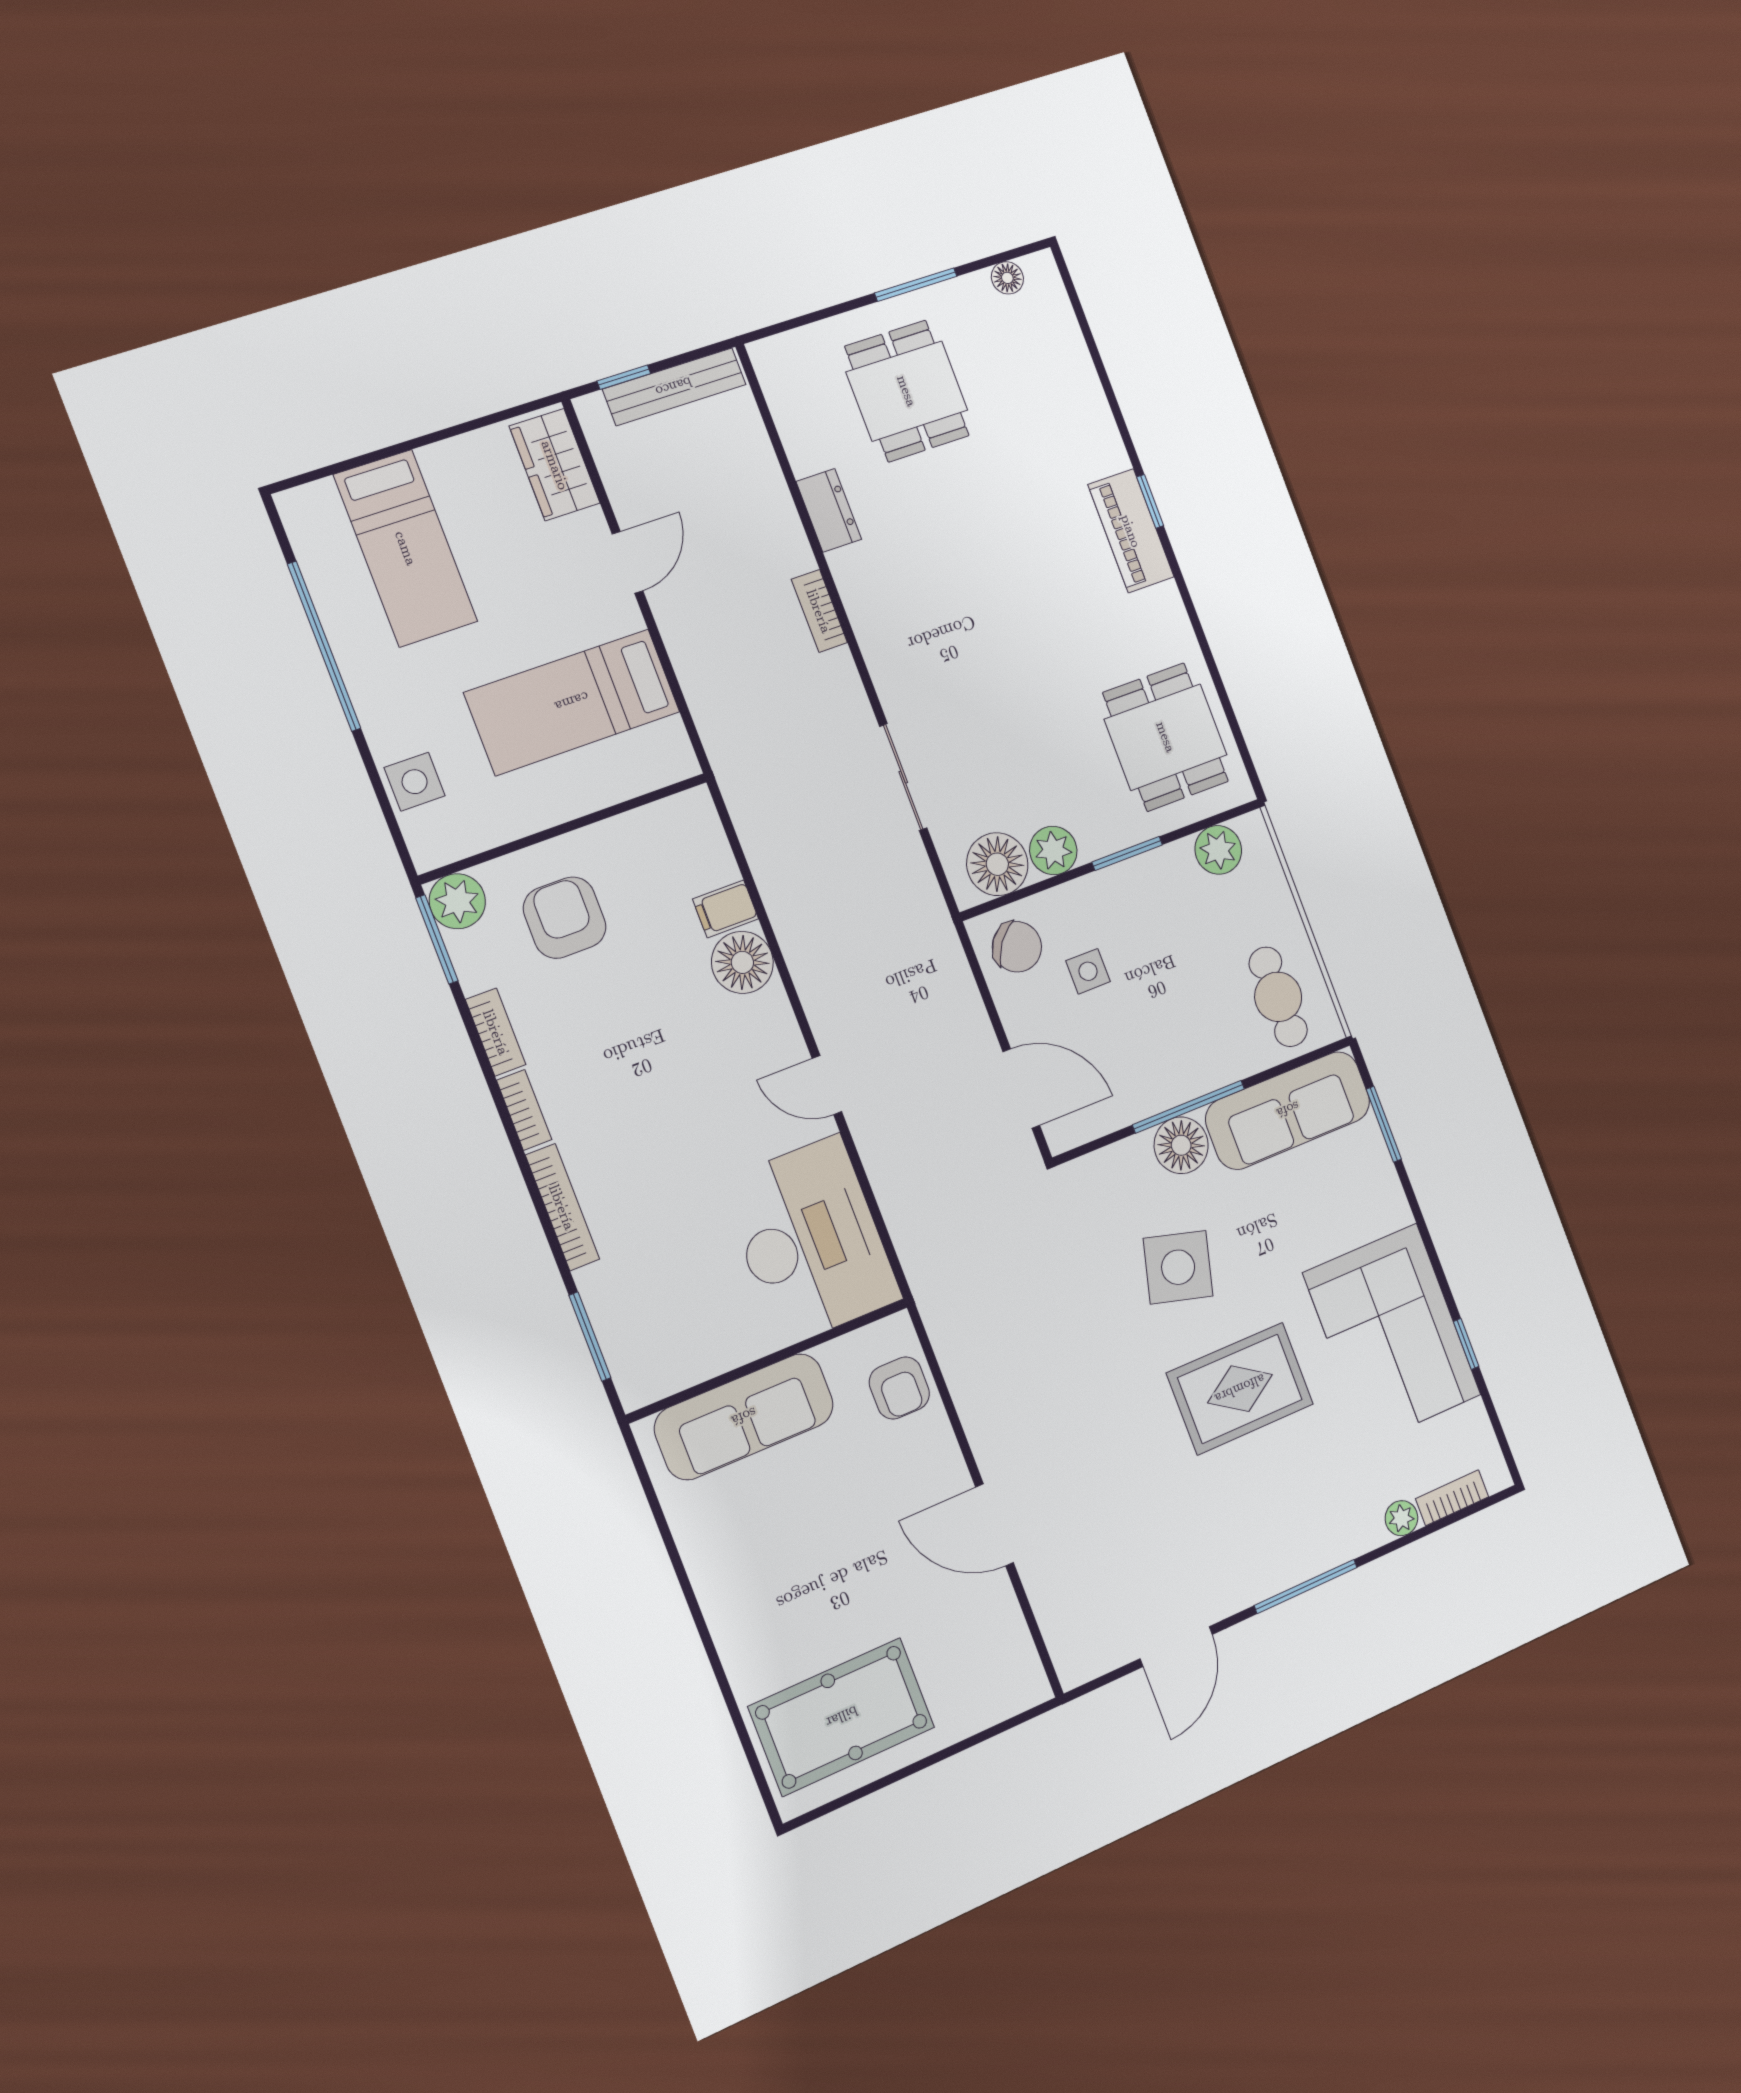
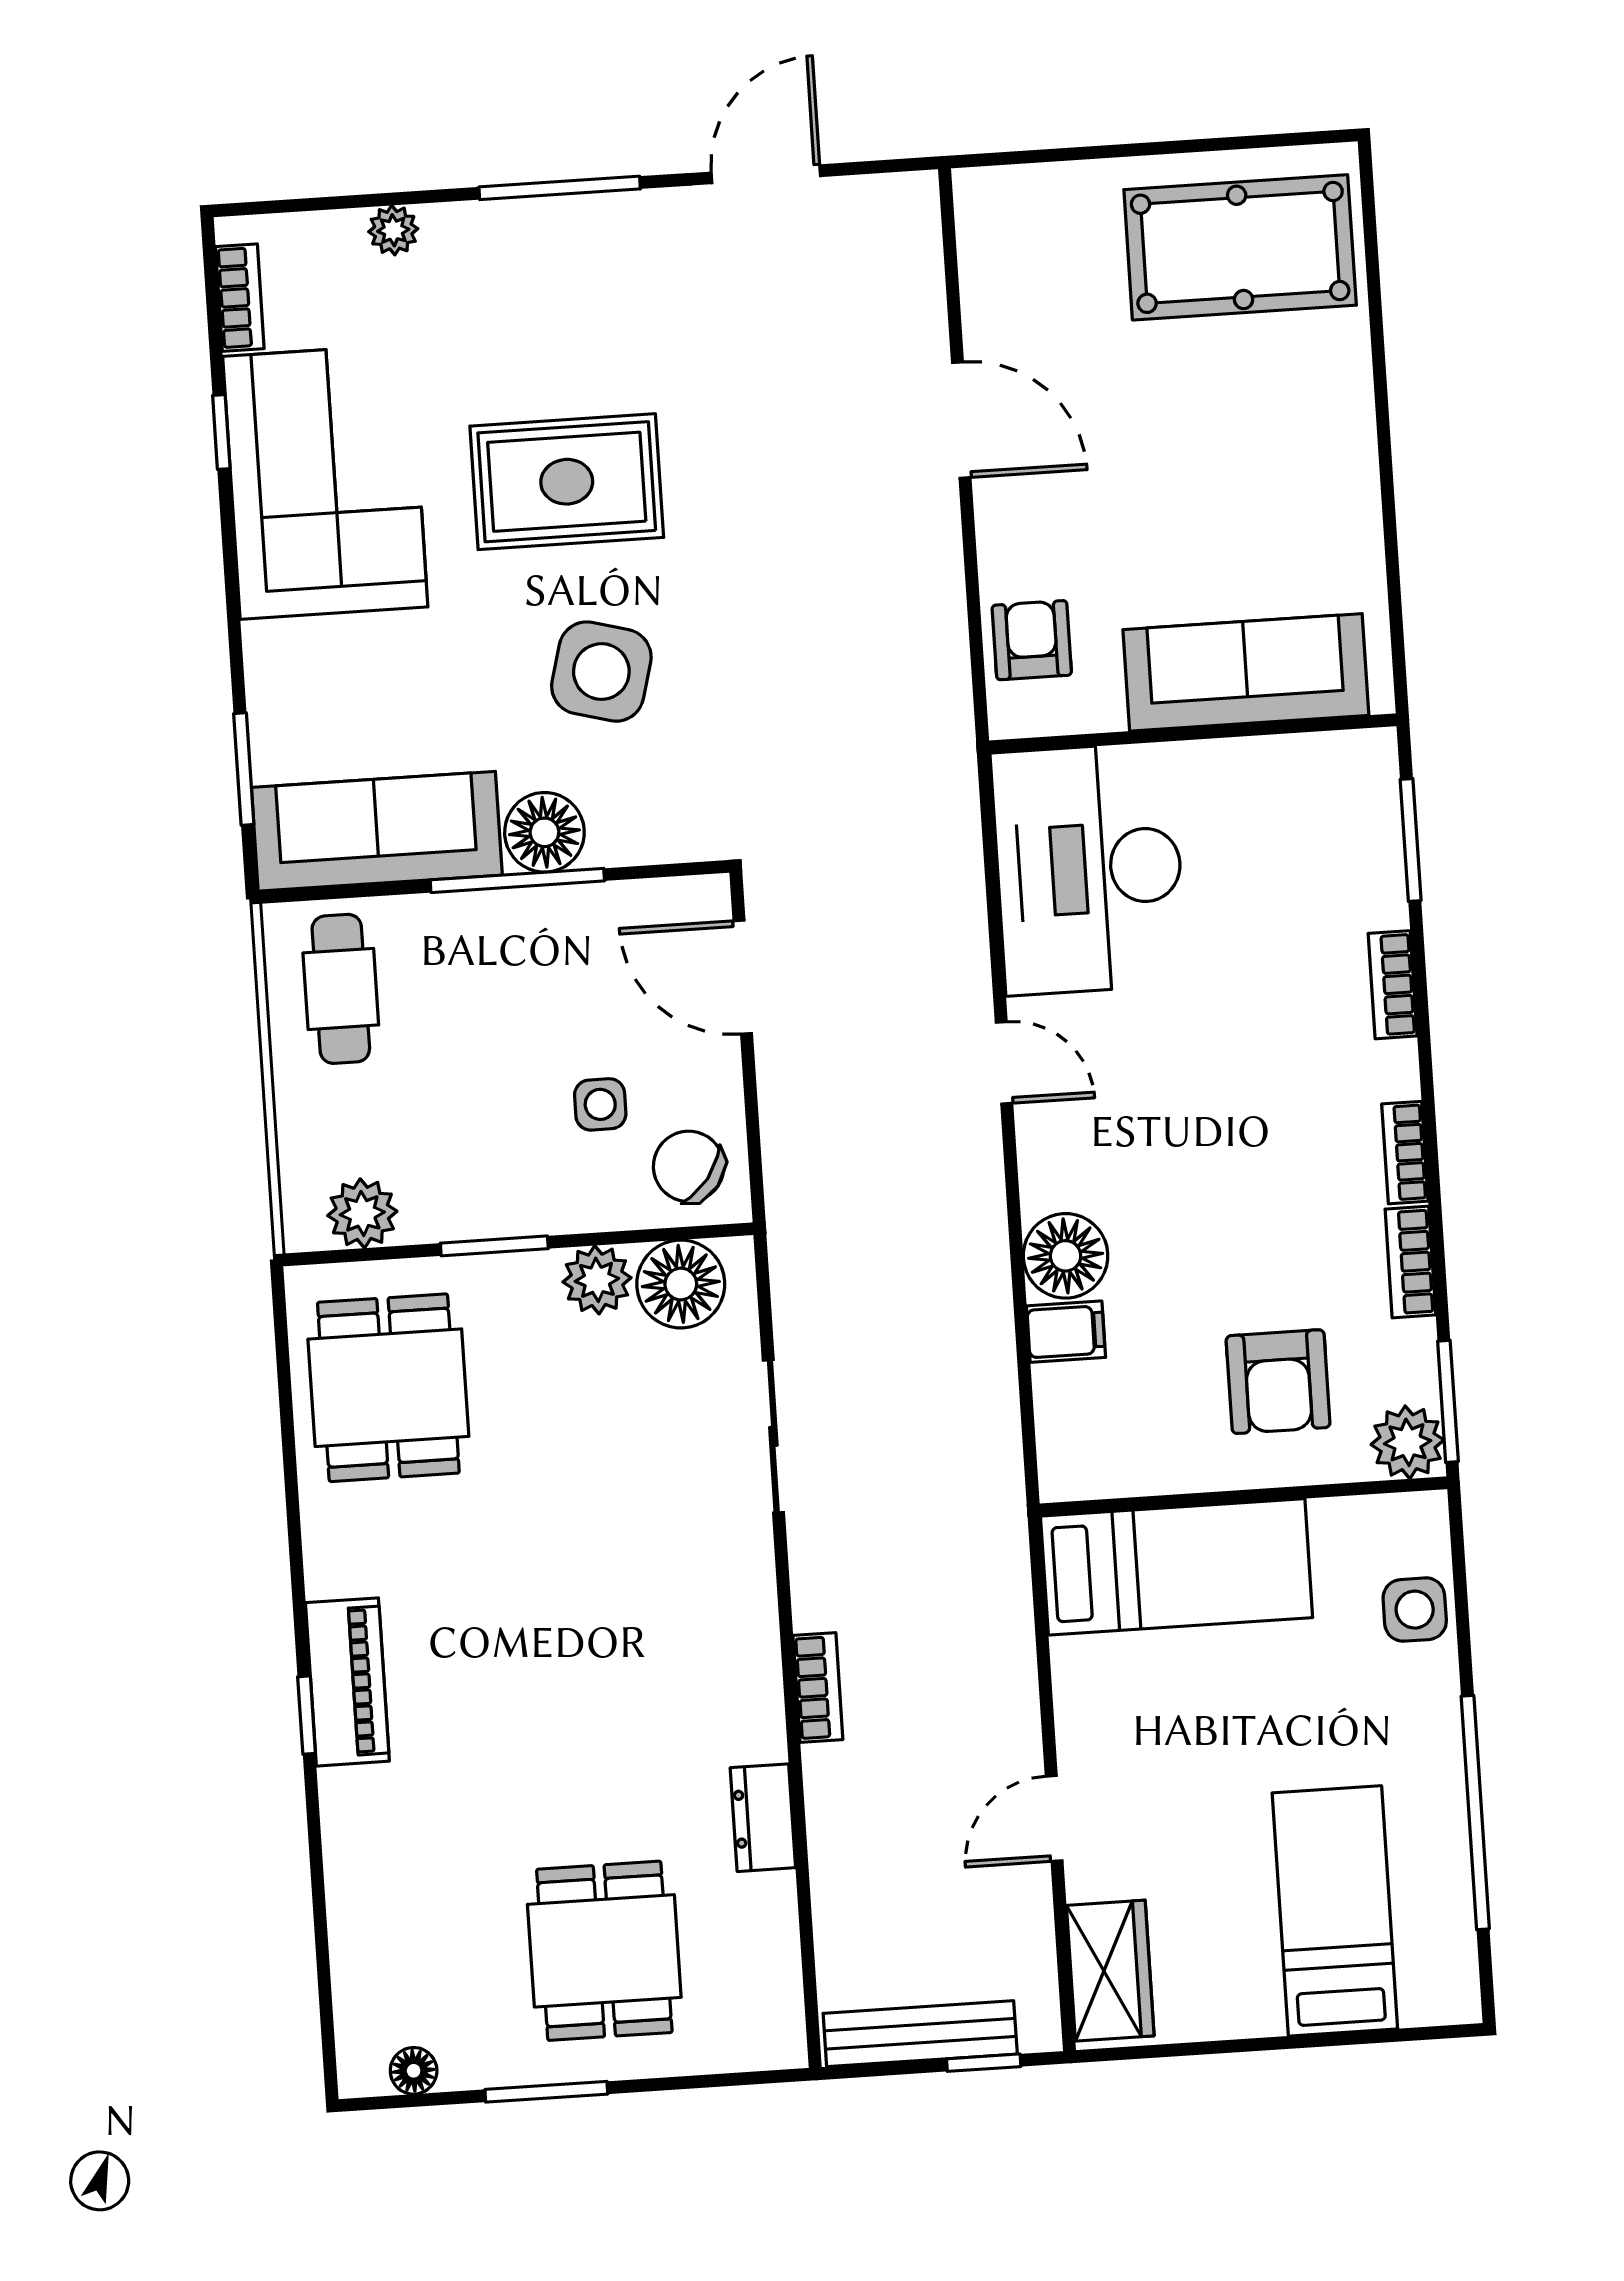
bed: (572, 702) -> (1177, 1567), moved
bookcase: (562, 1207) -> (1393, 985), width x0.64
bookcase: (1452, 1498) -> (240, 298), moved, turned -90

